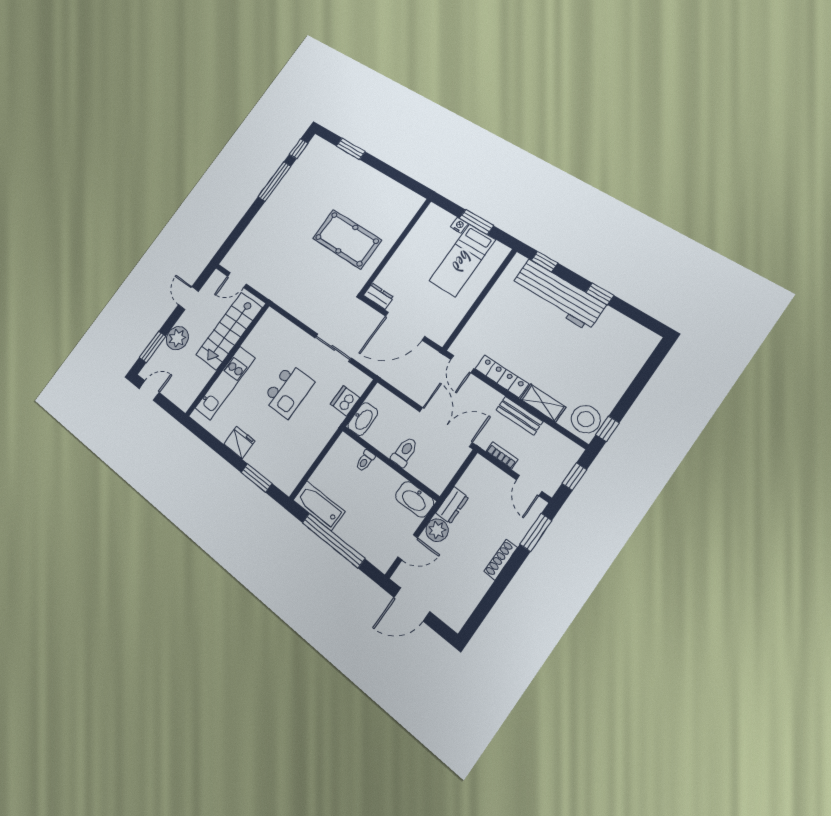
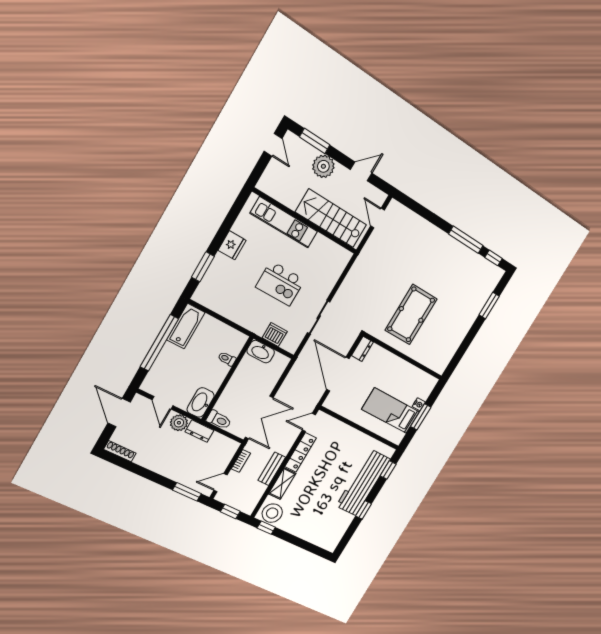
toilet: (405, 452) -> (219, 420), moved
shoe rack: (501, 560) -> (120, 451), moved

